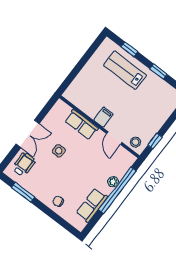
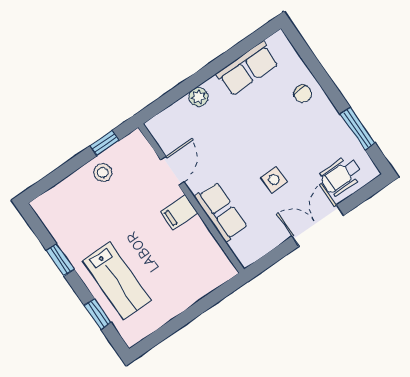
stool: (135, 142) -> (103, 173), moved
window: (117, 190) -> (196, 80), removed

